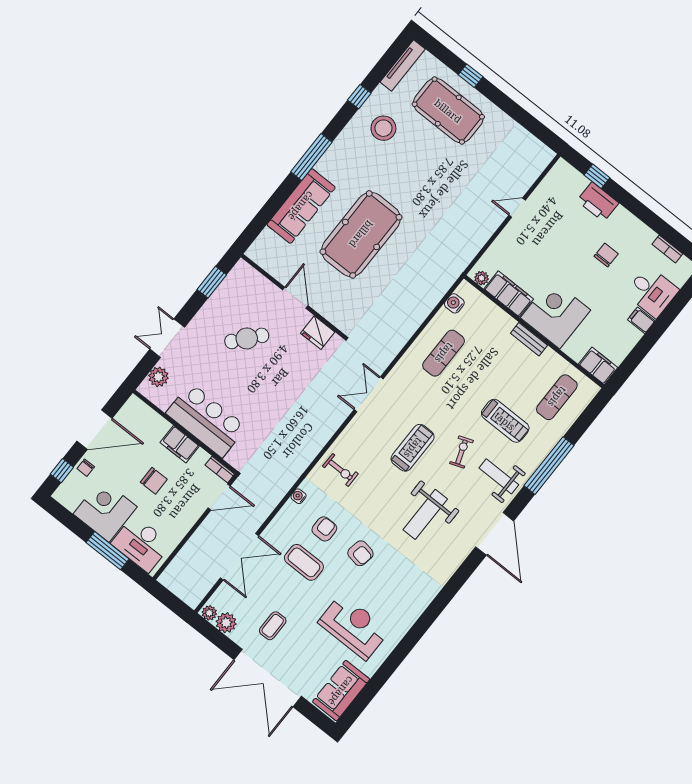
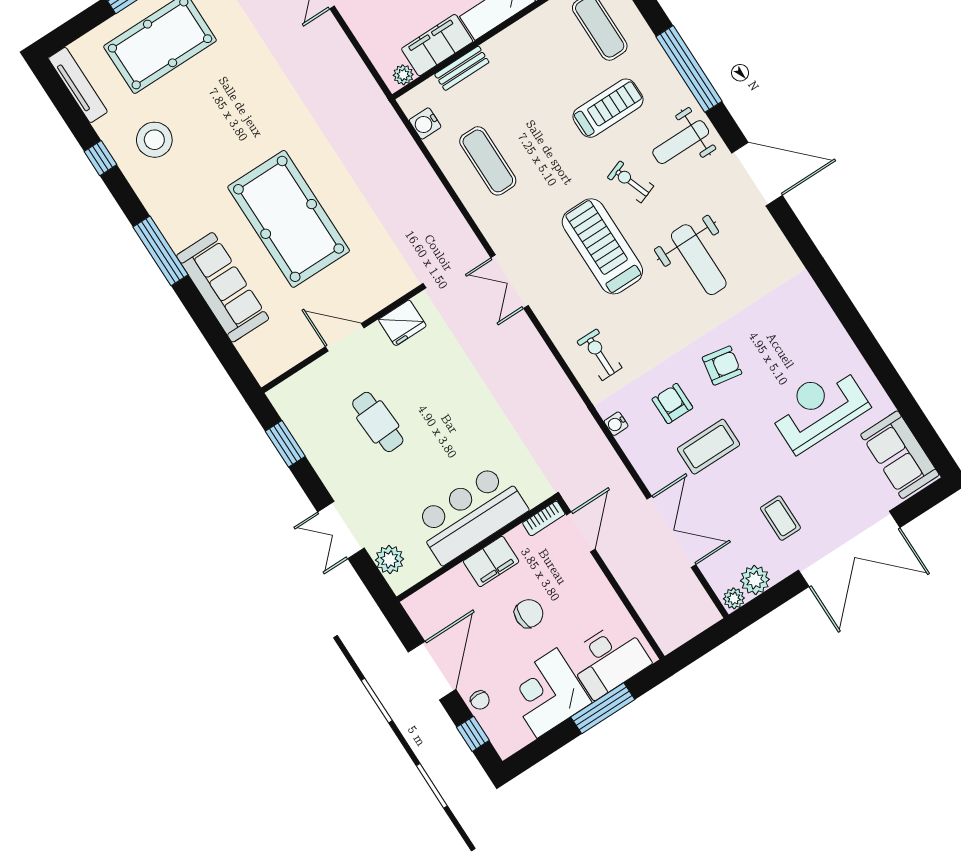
cafe table: (247, 338) -> (378, 422), turned -43
bench: (529, 339) -> (462, 68), moved
treadmill: (413, 448) -> (602, 246), width x1.37, depth x1.38
exercise bike: (340, 470) -> (599, 355), turned -90

